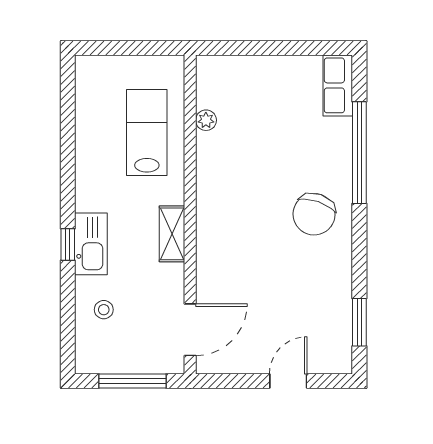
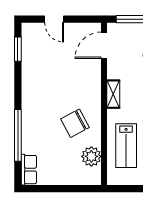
plant: (206, 120) -> (91, 156), width x1.88, depth x1.88
chair: (314, 214) -> (75, 123), moved, turned -137
door: (288, 381) -> (54, 19), hinge flipped

